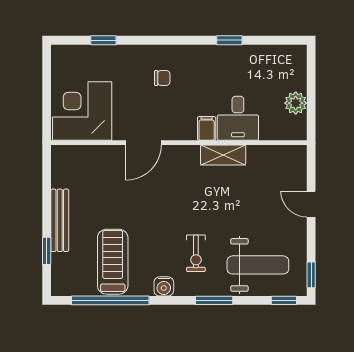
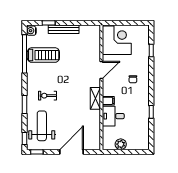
door: (143, 143) -> (101, 70), swing flipped
shelving: (223, 155) -> (95, 98), moved
door: (311, 204) -> (71, 152), width x1.87
weight bench: (258, 265) -> (42, 126), turned 180
water cooler: (164, 286) -> (31, 31), moved

